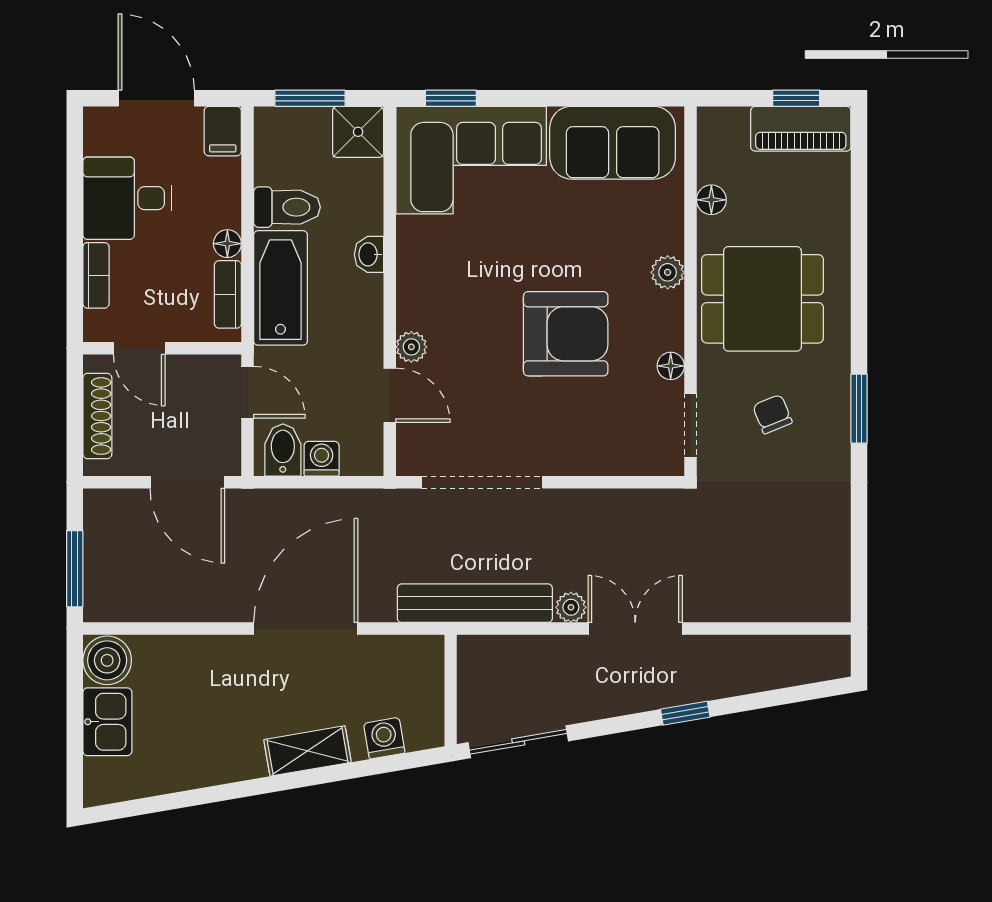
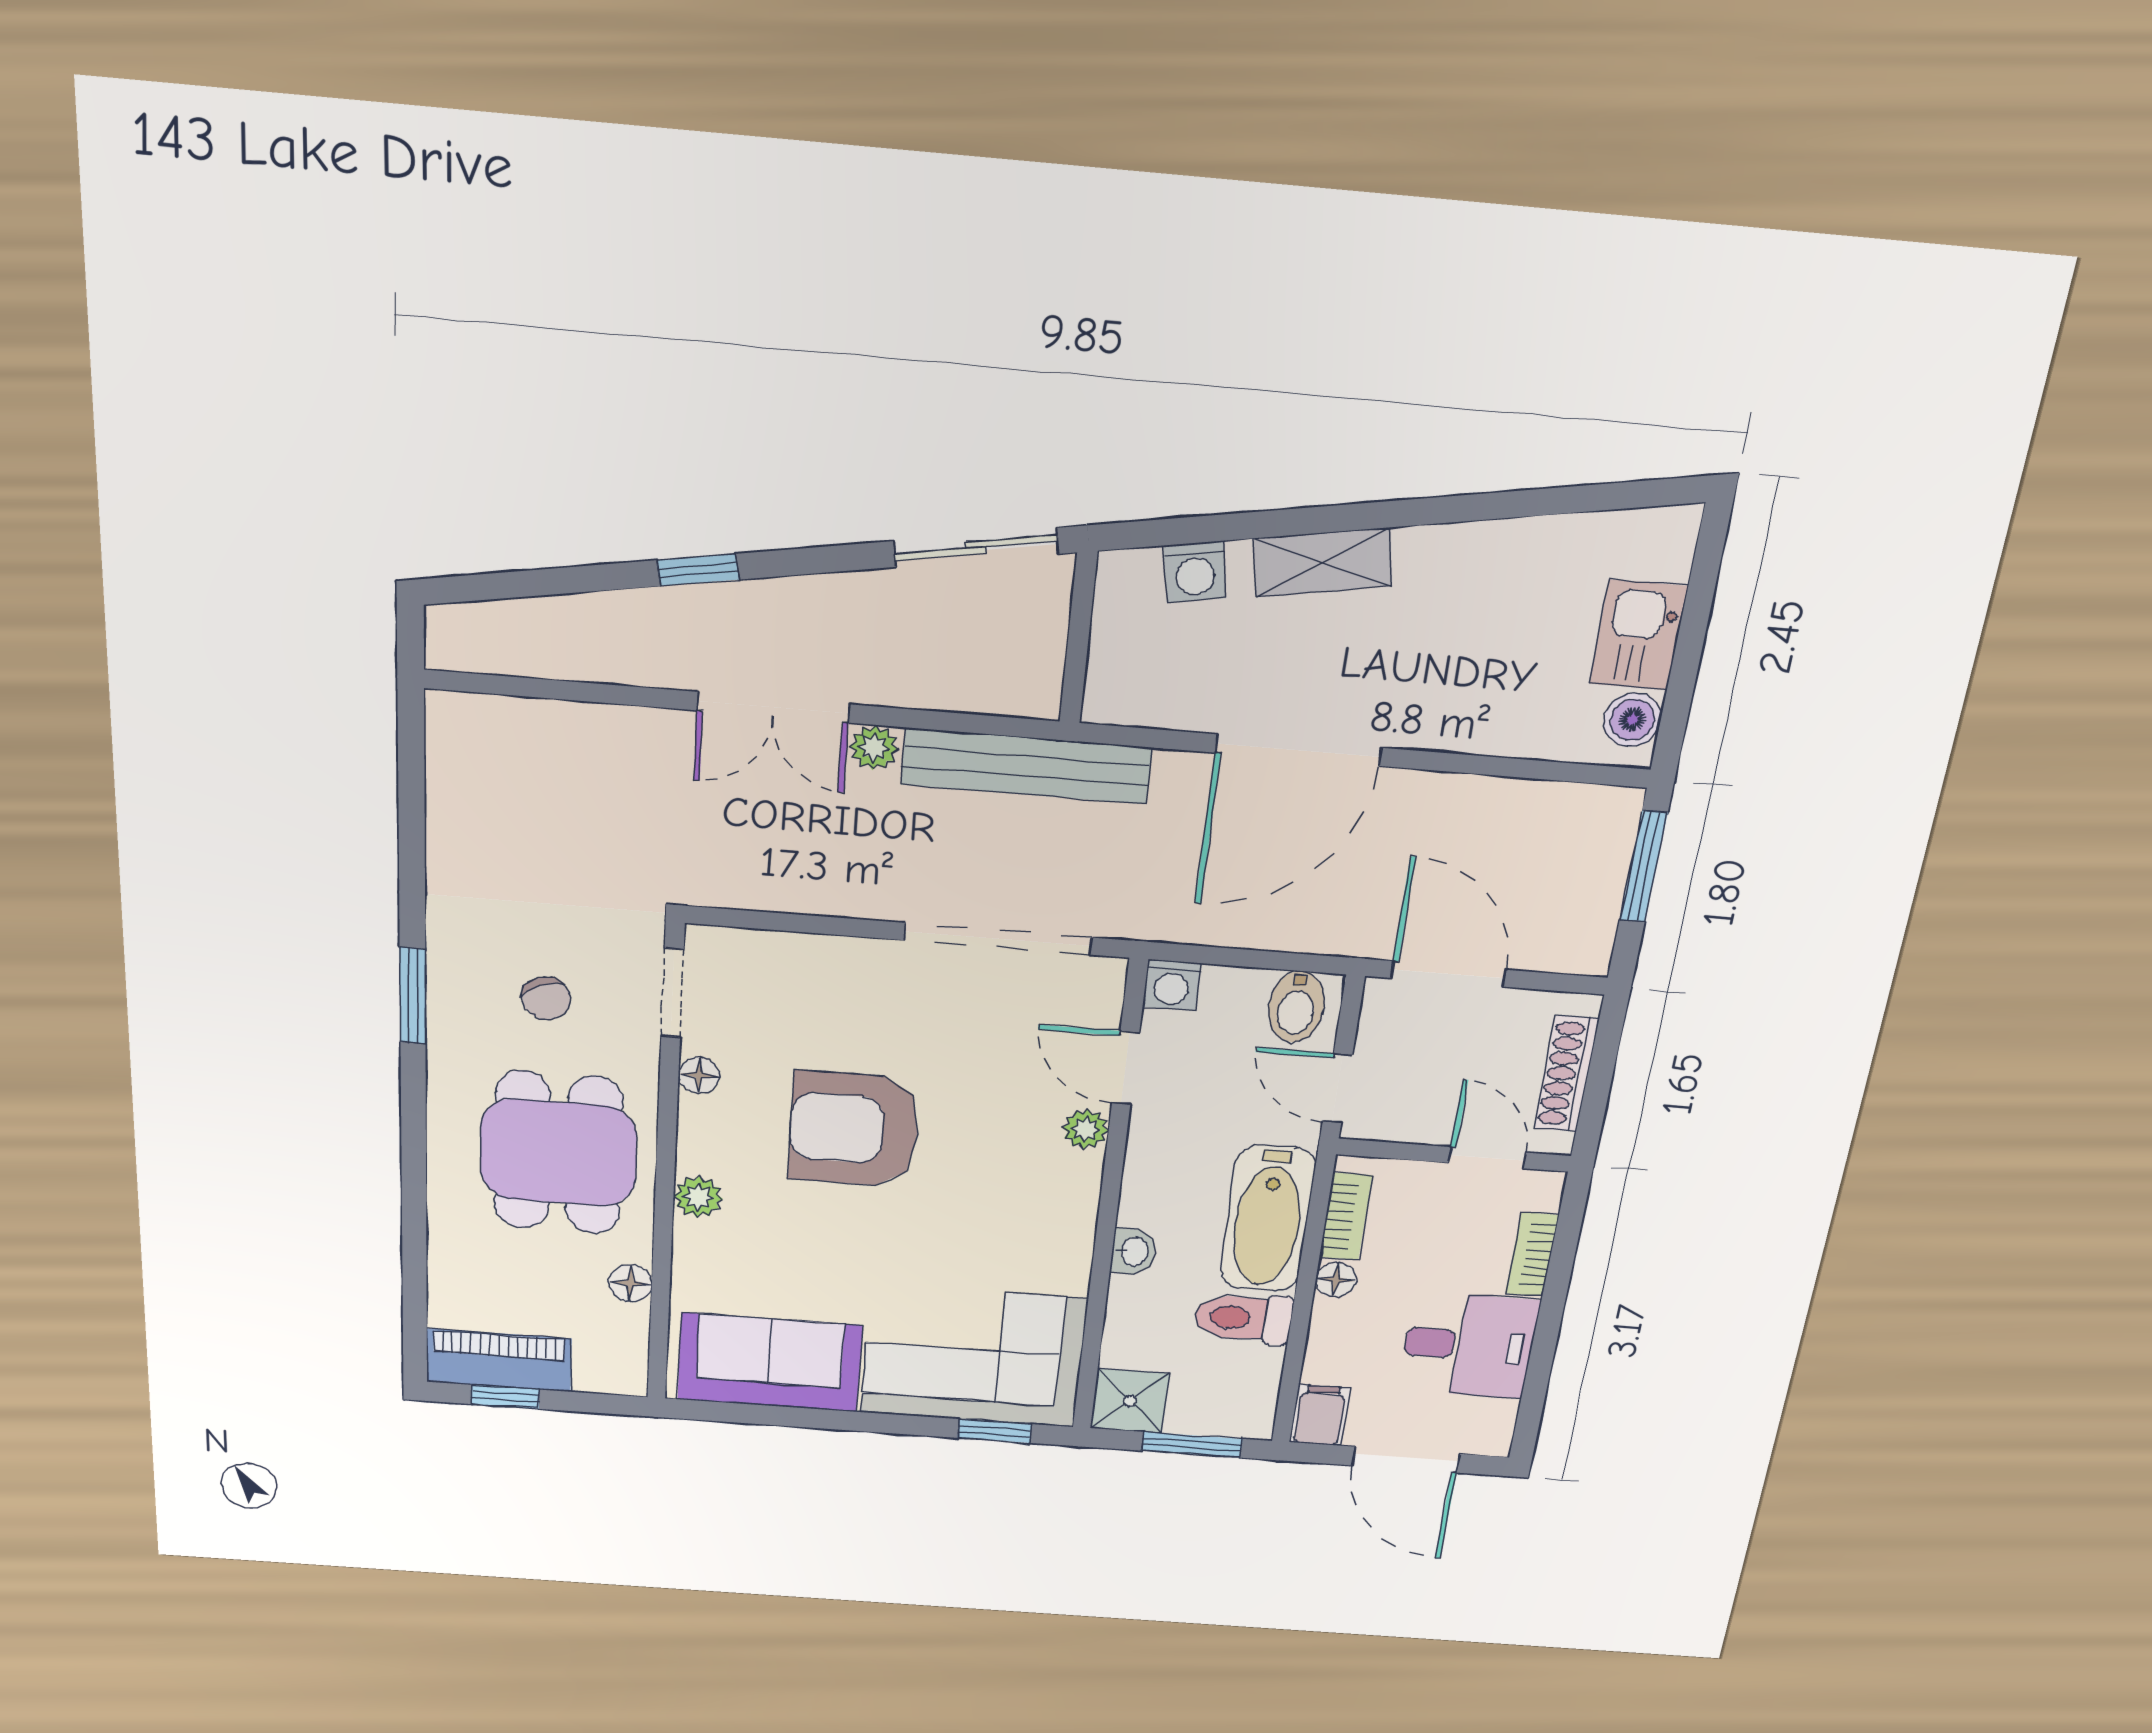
dining table: (763, 299) -> (558, 1153), turned 90
washing machine: (322, 459) -> (1172, 985), moved
boiler: (107, 660) -> (1632, 720), width x0.73, depth x0.73

